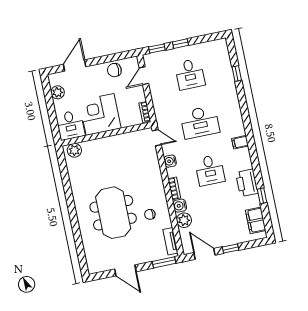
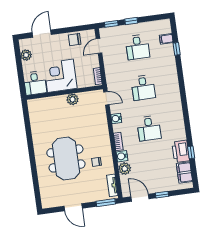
desk: (200, 122) -> (143, 88), width x0.73
filing cabinet: (240, 142) -> (166, 39), moved
plant: (74, 150) -> (73, 99), moved
printer: (247, 183) -> (181, 151), moved

